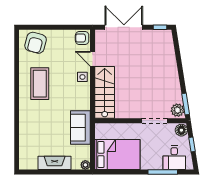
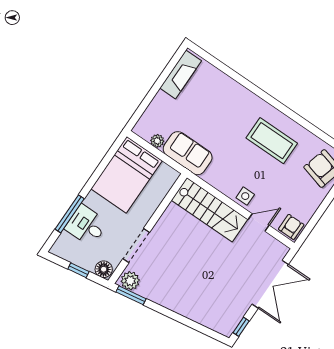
desk: (174, 158) -> (86, 225), moved
fireplace: (55, 163) -> (181, 74), moved
plant: (85, 165) -> (157, 141), moved

